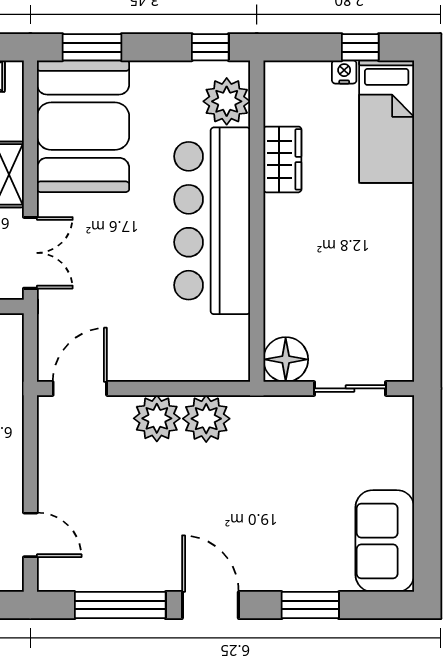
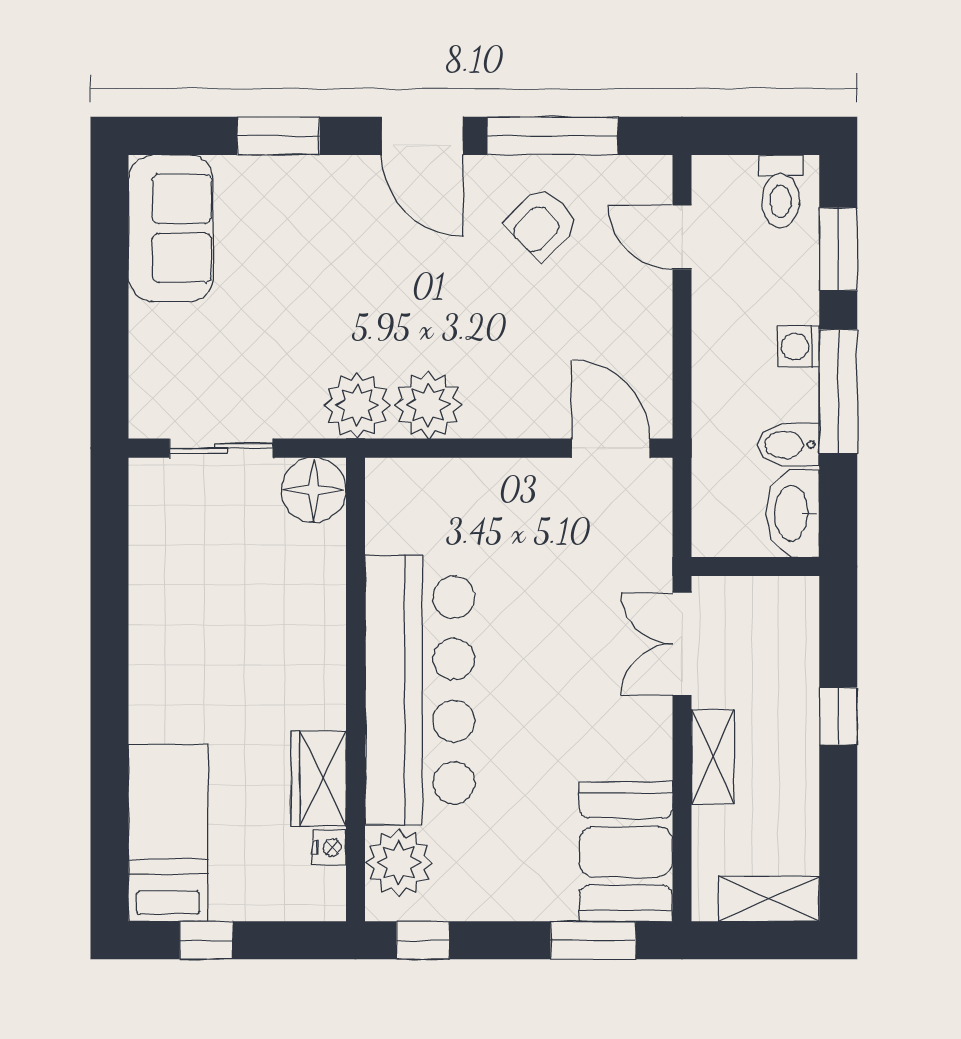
nightstand: (344, 72) -> (329, 847), moved, turned -90
booth: (83, 126) -> (626, 852), width x0.73, depth x0.70
door: (80, 388) -> (611, 448), swing flipped
plant: (157, 418) -> (357, 405), moved
armchair: (127, 544) -> (542, 224), added

